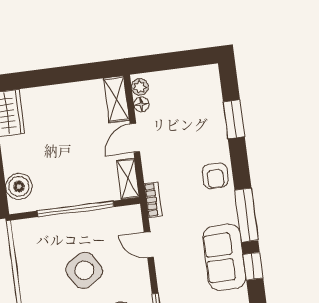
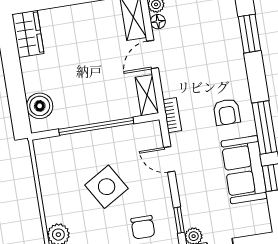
armchair: (215, 176) -> (227, 112), moved

